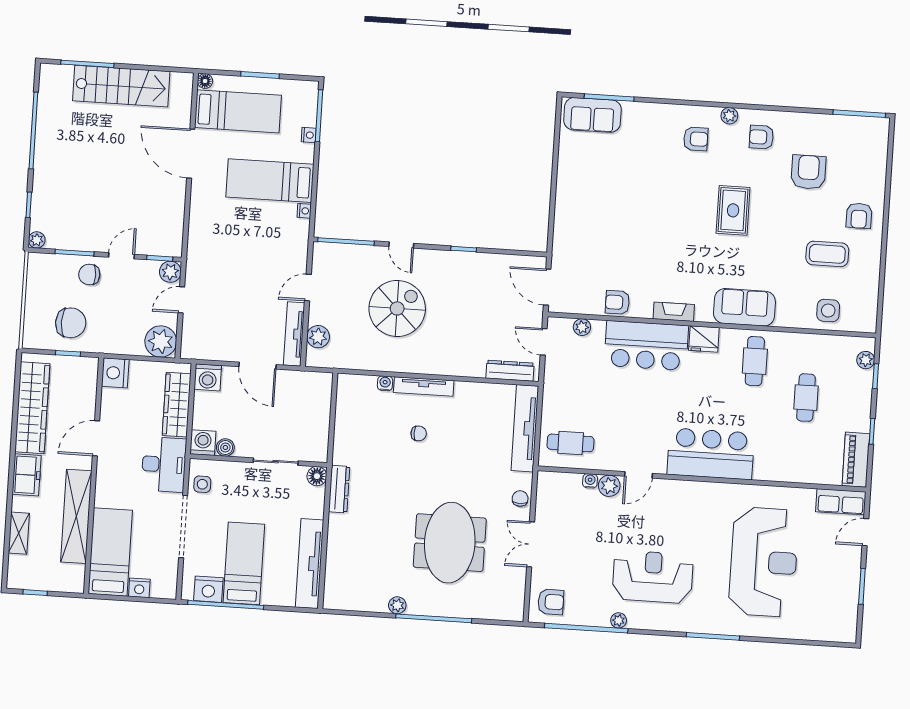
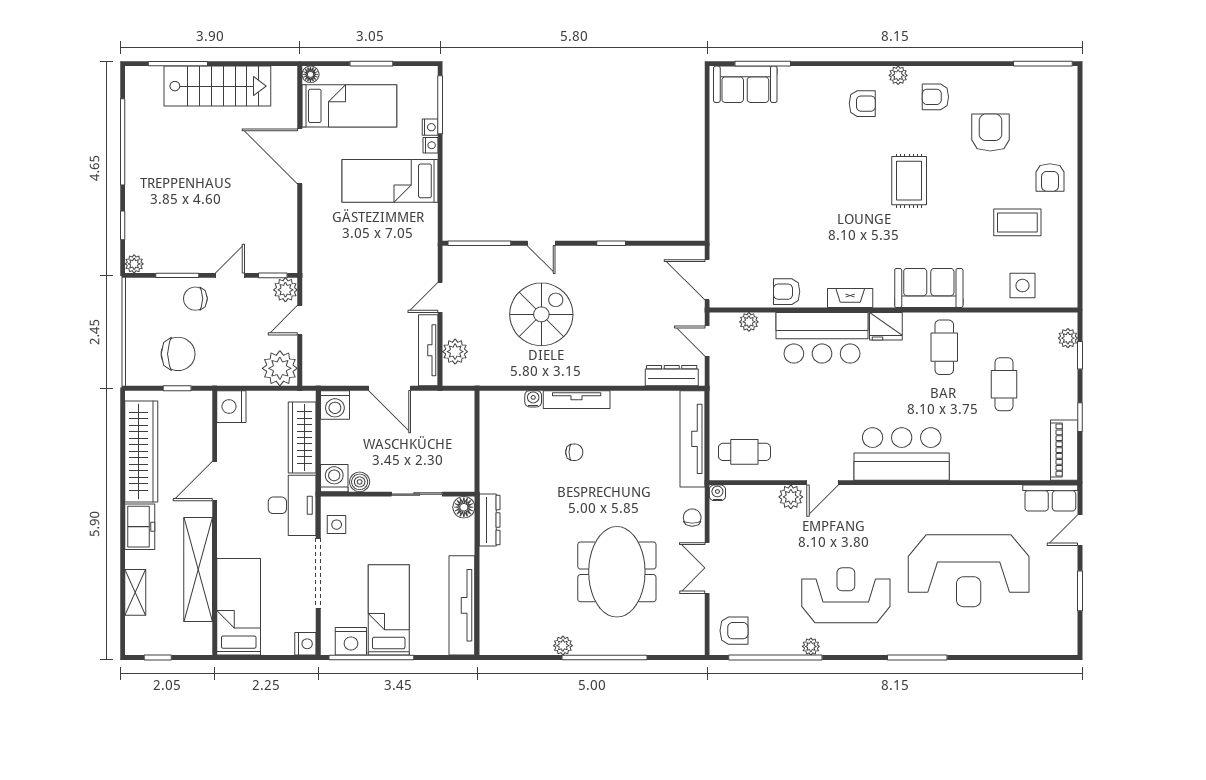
nightstand: (304, 211) -> (430, 145), moved
water cooler: (590, 481) -> (717, 493), moved
reception desk: (764, 562) -> (969, 571), turned 90
nightstand: (139, 588) -> (305, 644), moved, turned -90

